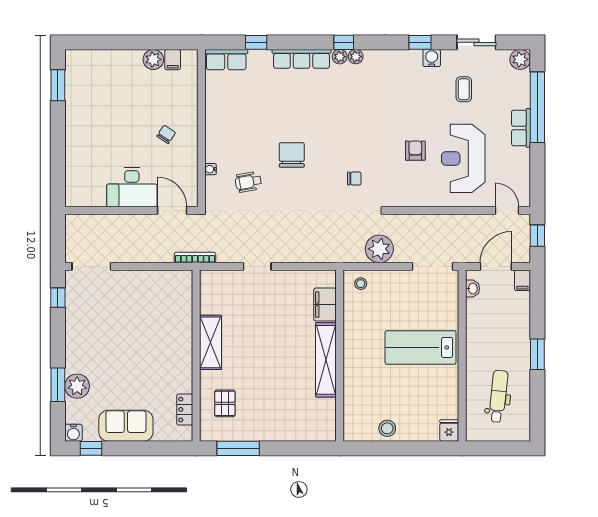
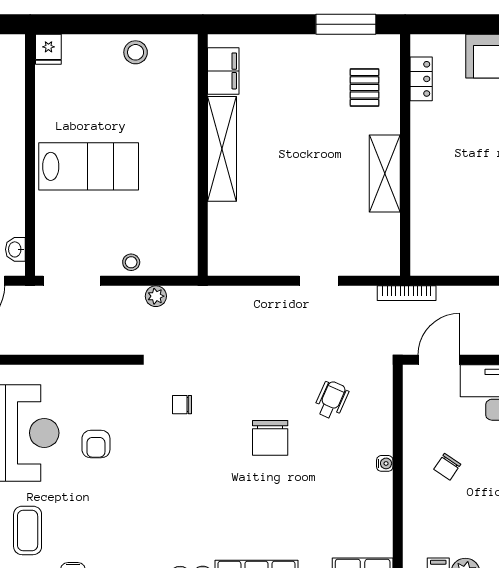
coffee table: (464, 89) -> (28, 530), width x1.36, depth x1.30
water cooler: (211, 169) -> (385, 463), moved
wheelchair: (248, 182) -> (331, 400), turned -56
door: (172, 210) -> (439, 360), swing flipped
plant: (379, 249) -> (156, 296), width x0.53, depth x0.53
stool: (361, 284) -> (131, 262), moved
filing cabinet: (325, 305) -> (223, 71), moved

